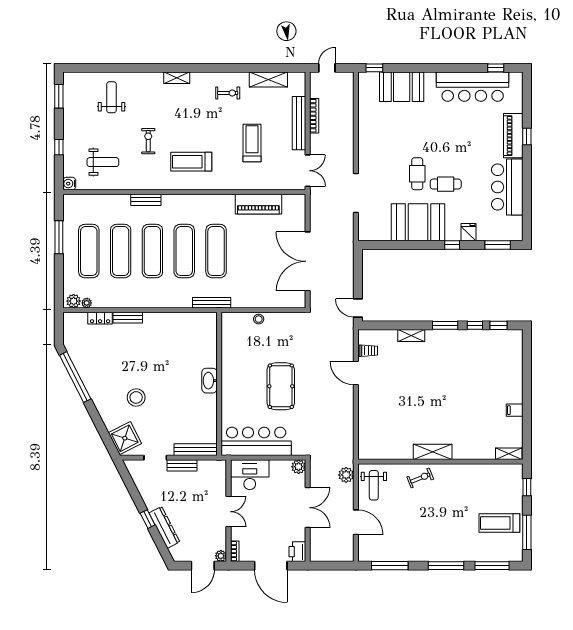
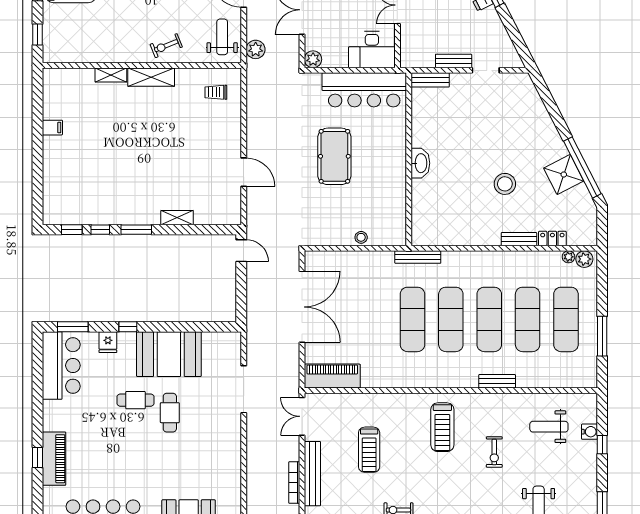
treadmill: (191, 162) -> (442, 427), turned 90
water cooler: (69, 184) -> (589, 432), moved
bar counter: (507, 187) -> (61, 365), moved
piano: (258, 204) -> (332, 376), moved
trolley: (368, 351) -> (216, 92), moved
stool: (136, 397) -> (505, 184), moved
shower: (125, 438) -> (564, 175), moved
bench: (196, 450) -> (430, 80), width x0.73
shelving: (509, 454) -> (111, 75), moved

